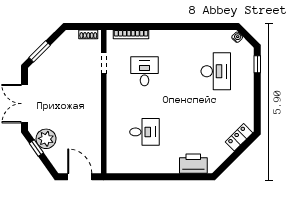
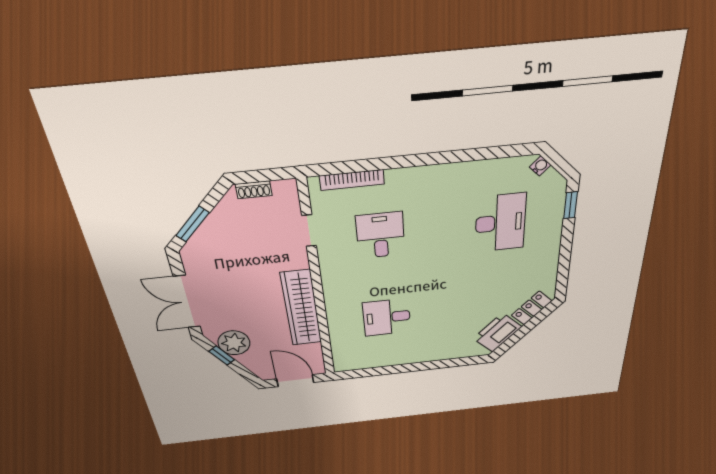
shoe rack: (88, 34) -> (254, 190), moved
wardrobe: (92, 118) -> (301, 308), added
desk: (144, 132) -> (387, 317), turned 180
printer: (193, 164) -> (497, 333), moved, turned -45

